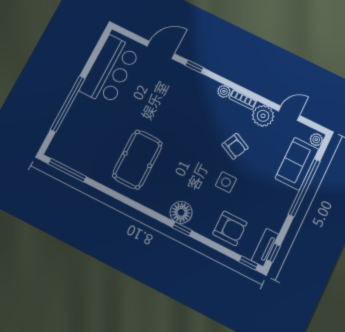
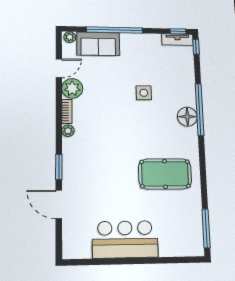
window: (194, 67) -> (59, 167), width x1.50
bar counter: (110, 70) -> (125, 239), moved
window: (68, 104) -> (151, 261), removed
door: (289, 113) -> (59, 68), swing flipped
armchair: (235, 146) -> (110, 99), removed
armchair: (230, 228) -> (178, 73), removed
window: (182, 229) -> (200, 109), width x3.17

